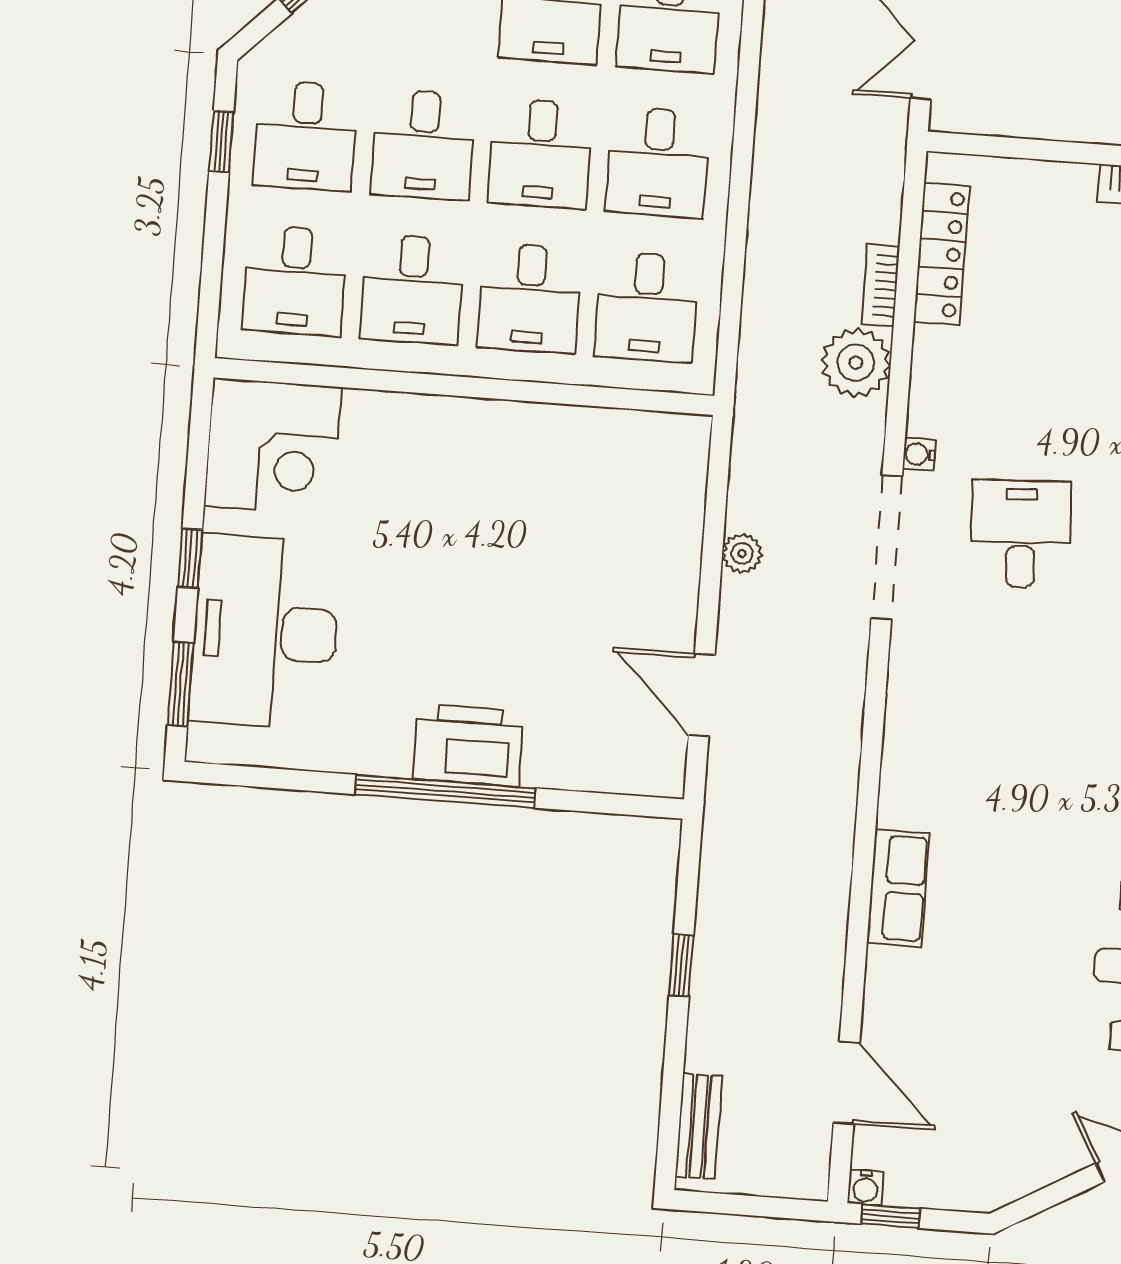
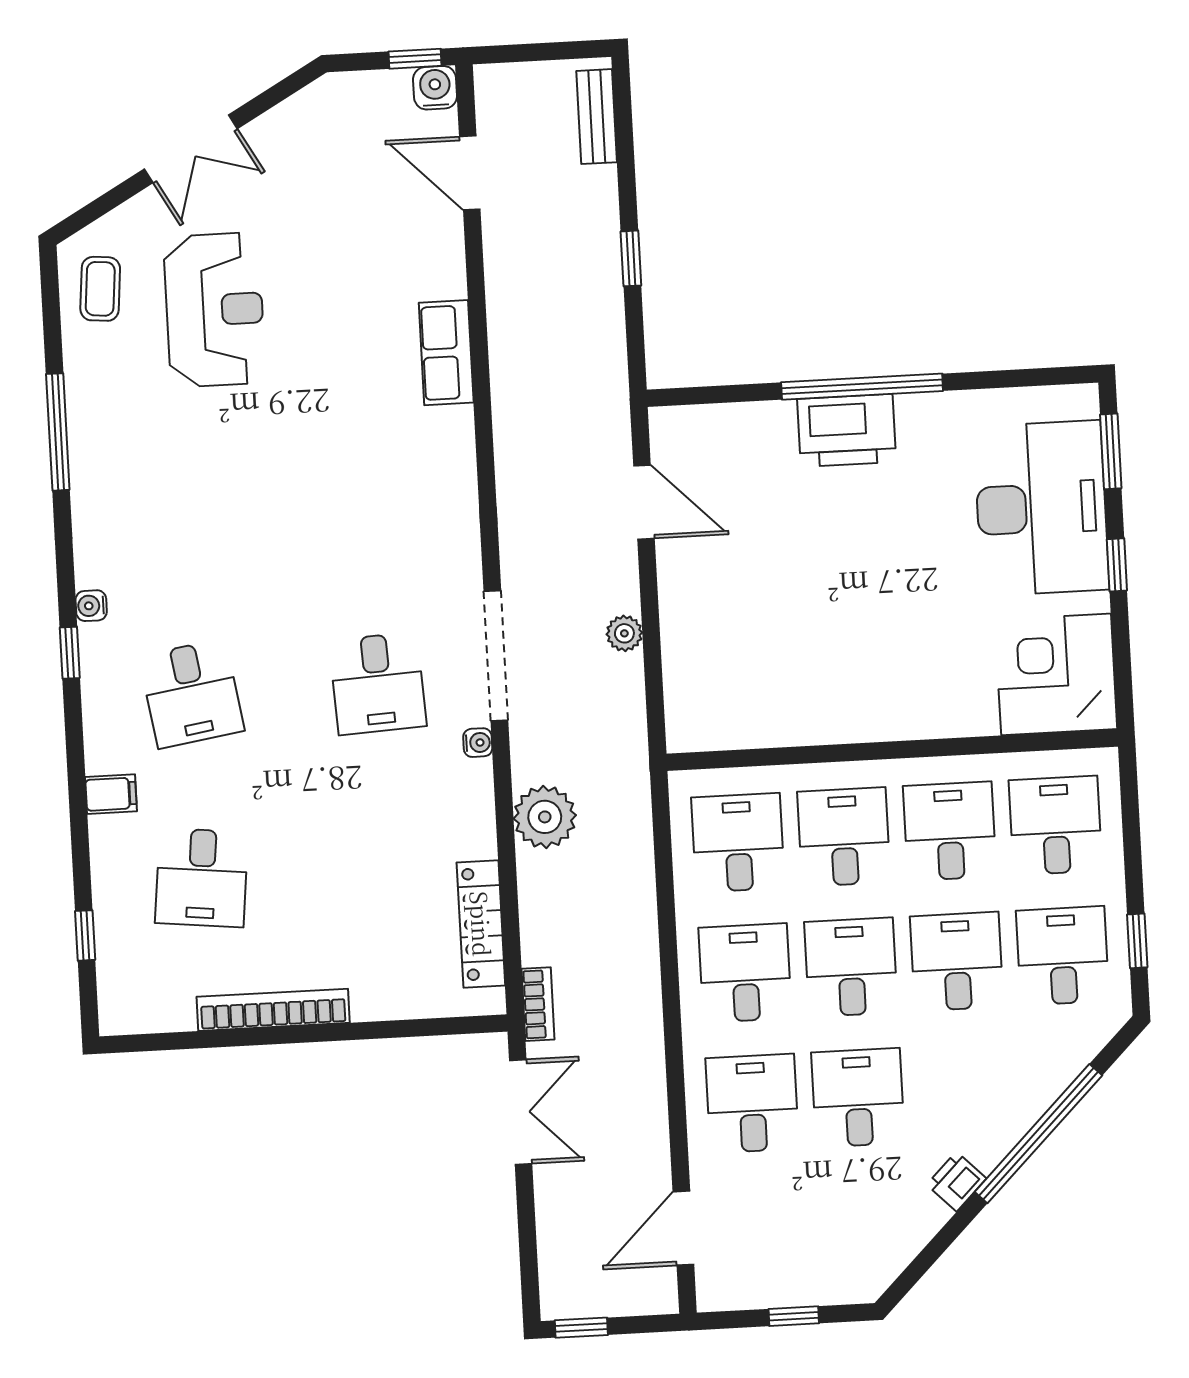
bookcase: (881, 285) -> (538, 1004), moved
water cooler: (866, 1187) -> (435, 88), width x1.38, depth x1.38

